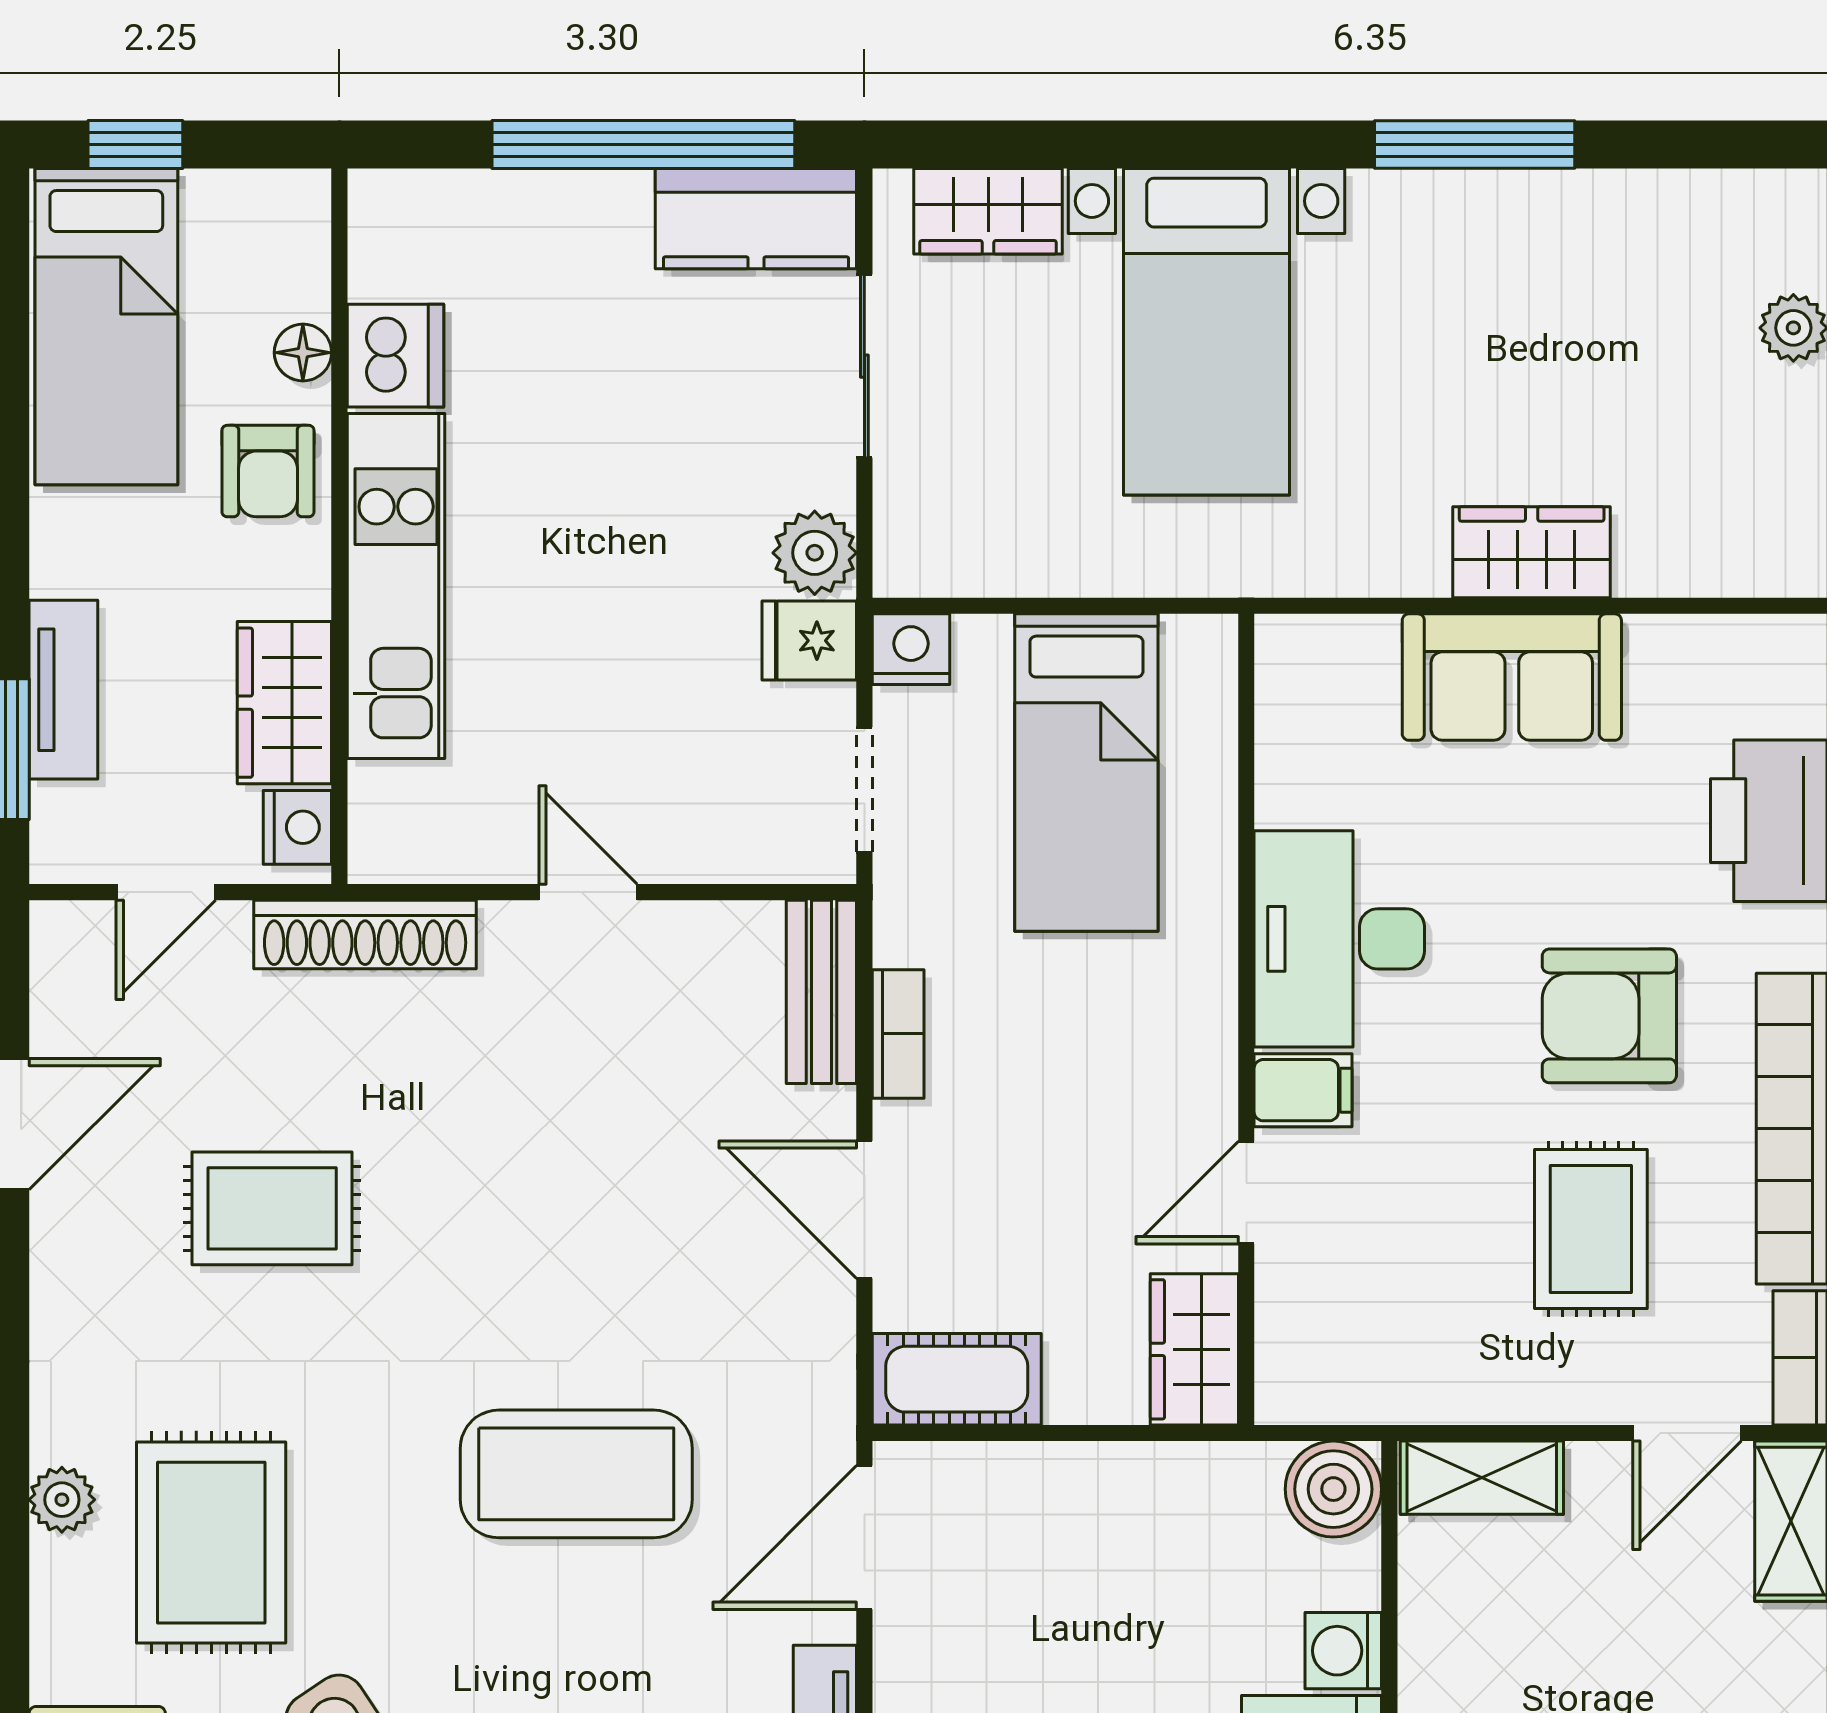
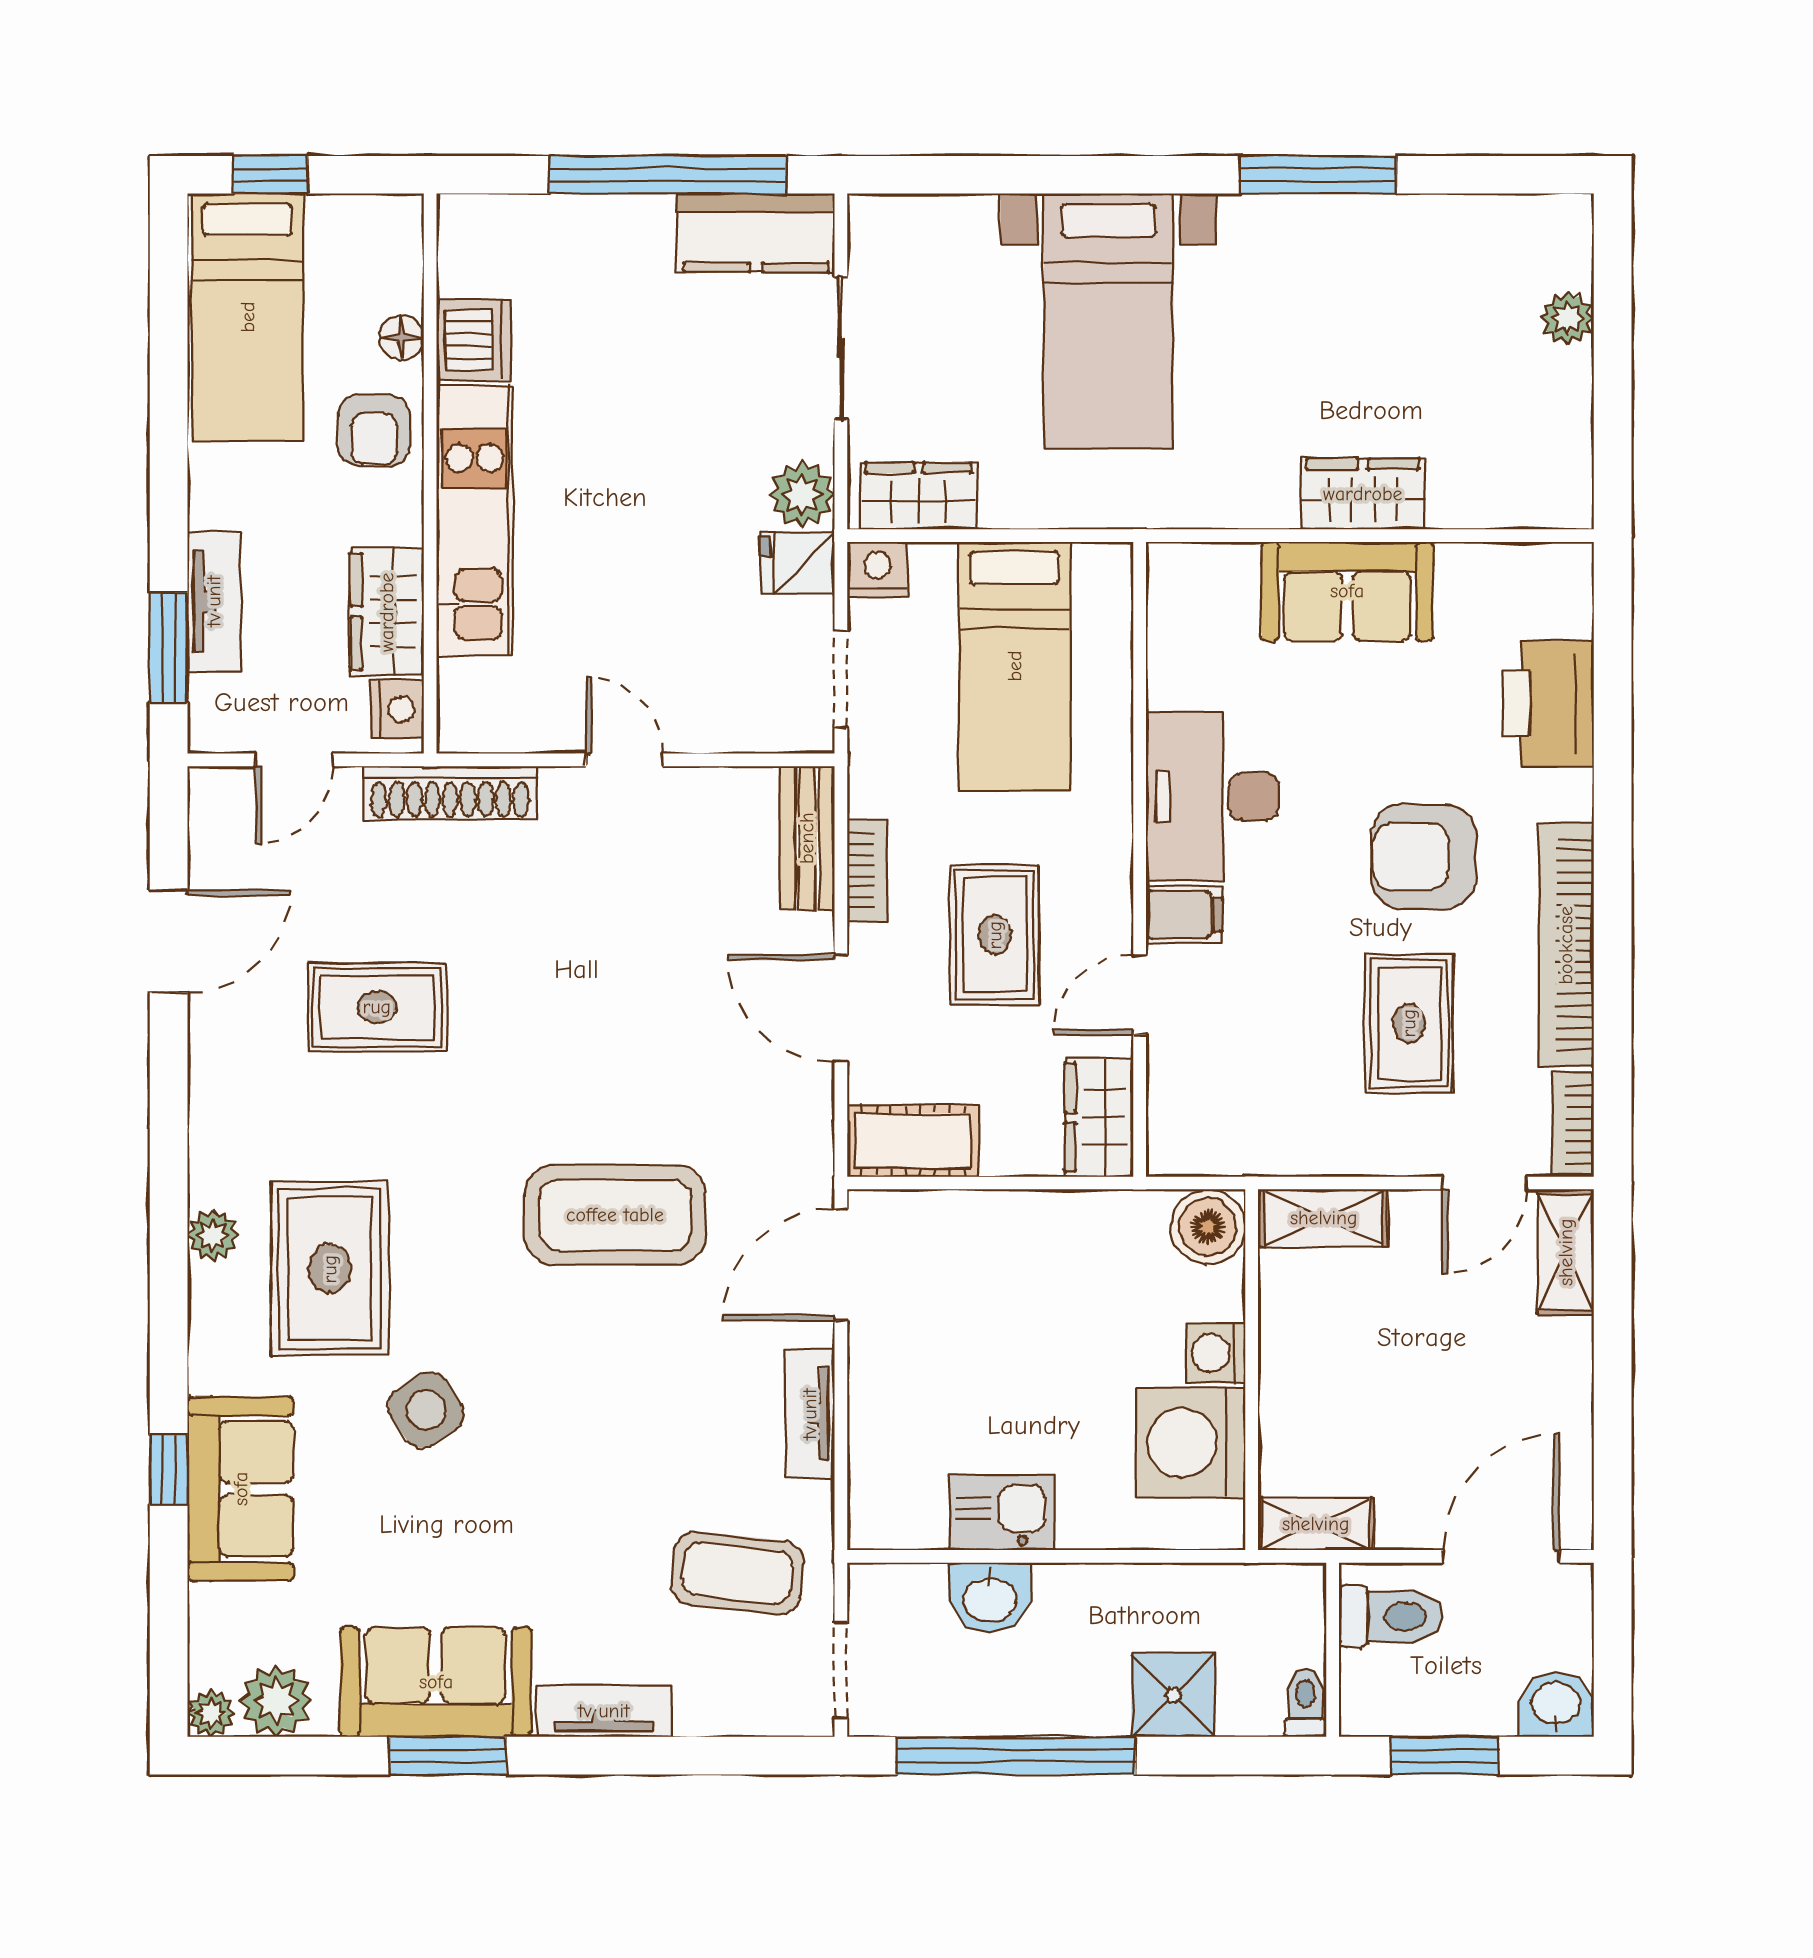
wardrobe: (988, 211) -> (918, 496), moved, turned 180
rug: (1061, 1116) -> (995, 935), added

